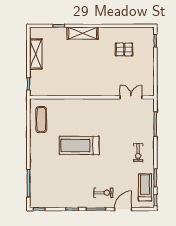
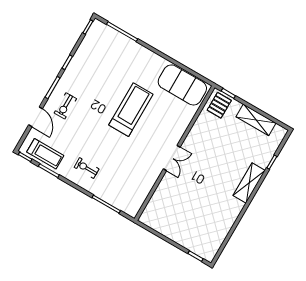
pallet: (124, 49) -> (219, 105), moved
double door: (131, 97) -> (172, 158), moved
exercise mat: (41, 120) -> (182, 85), width x2.00, depth x1.45

